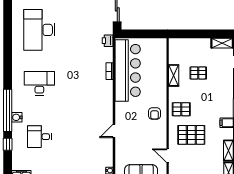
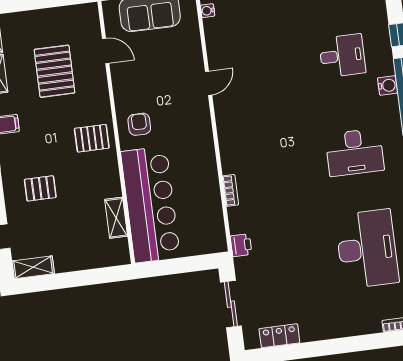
bar counter: (128, 70) -> (150, 205), moved, turned 180
pallet: (198, 73) -> (40, 188), moved
shelving: (174, 75) -> (116, 218), moved
pallet: (191, 135) -> (54, 71), moved, turned 90

